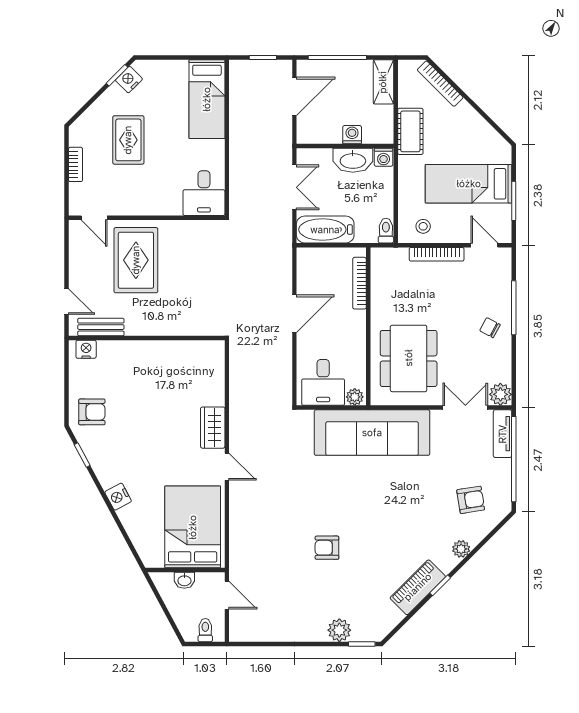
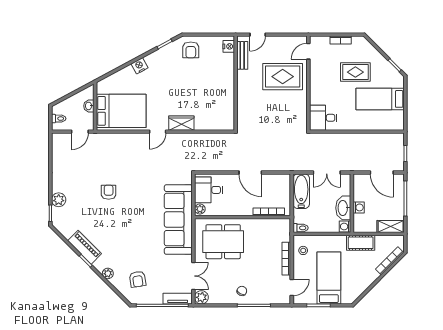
nightstand: (129, 80) -> (392, 72), removed
bed: (207, 99) -> (380, 99), moved

